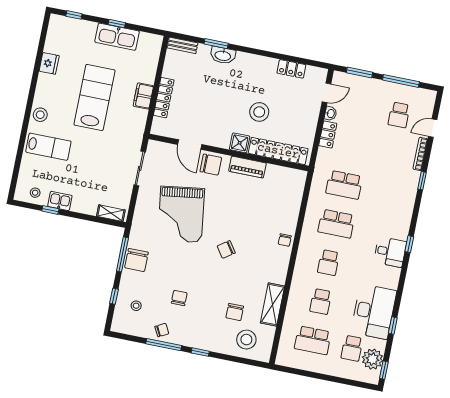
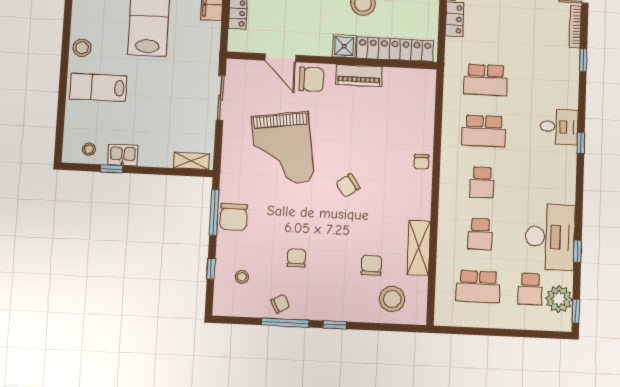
lab bench: (48, 147) -> (98, 87), turned 180
desk: (390, 252) -> (559, 127), moved
chair: (235, 312) -> (371, 265), turned 180

